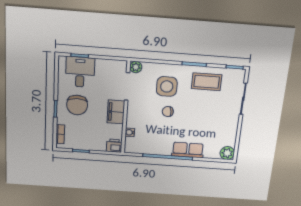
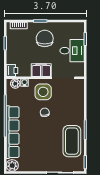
plant: (136, 67) -> (15, 84), moved
desk: (80, 72) -> (72, 51), moved
coffee table: (207, 82) -> (72, 141), width x1.36, depth x1.32
side table: (167, 86) -> (43, 92), moved
chair: (77, 105) -> (45, 38), turned 90
row of seats: (188, 150) -> (13, 132), width x2.02

